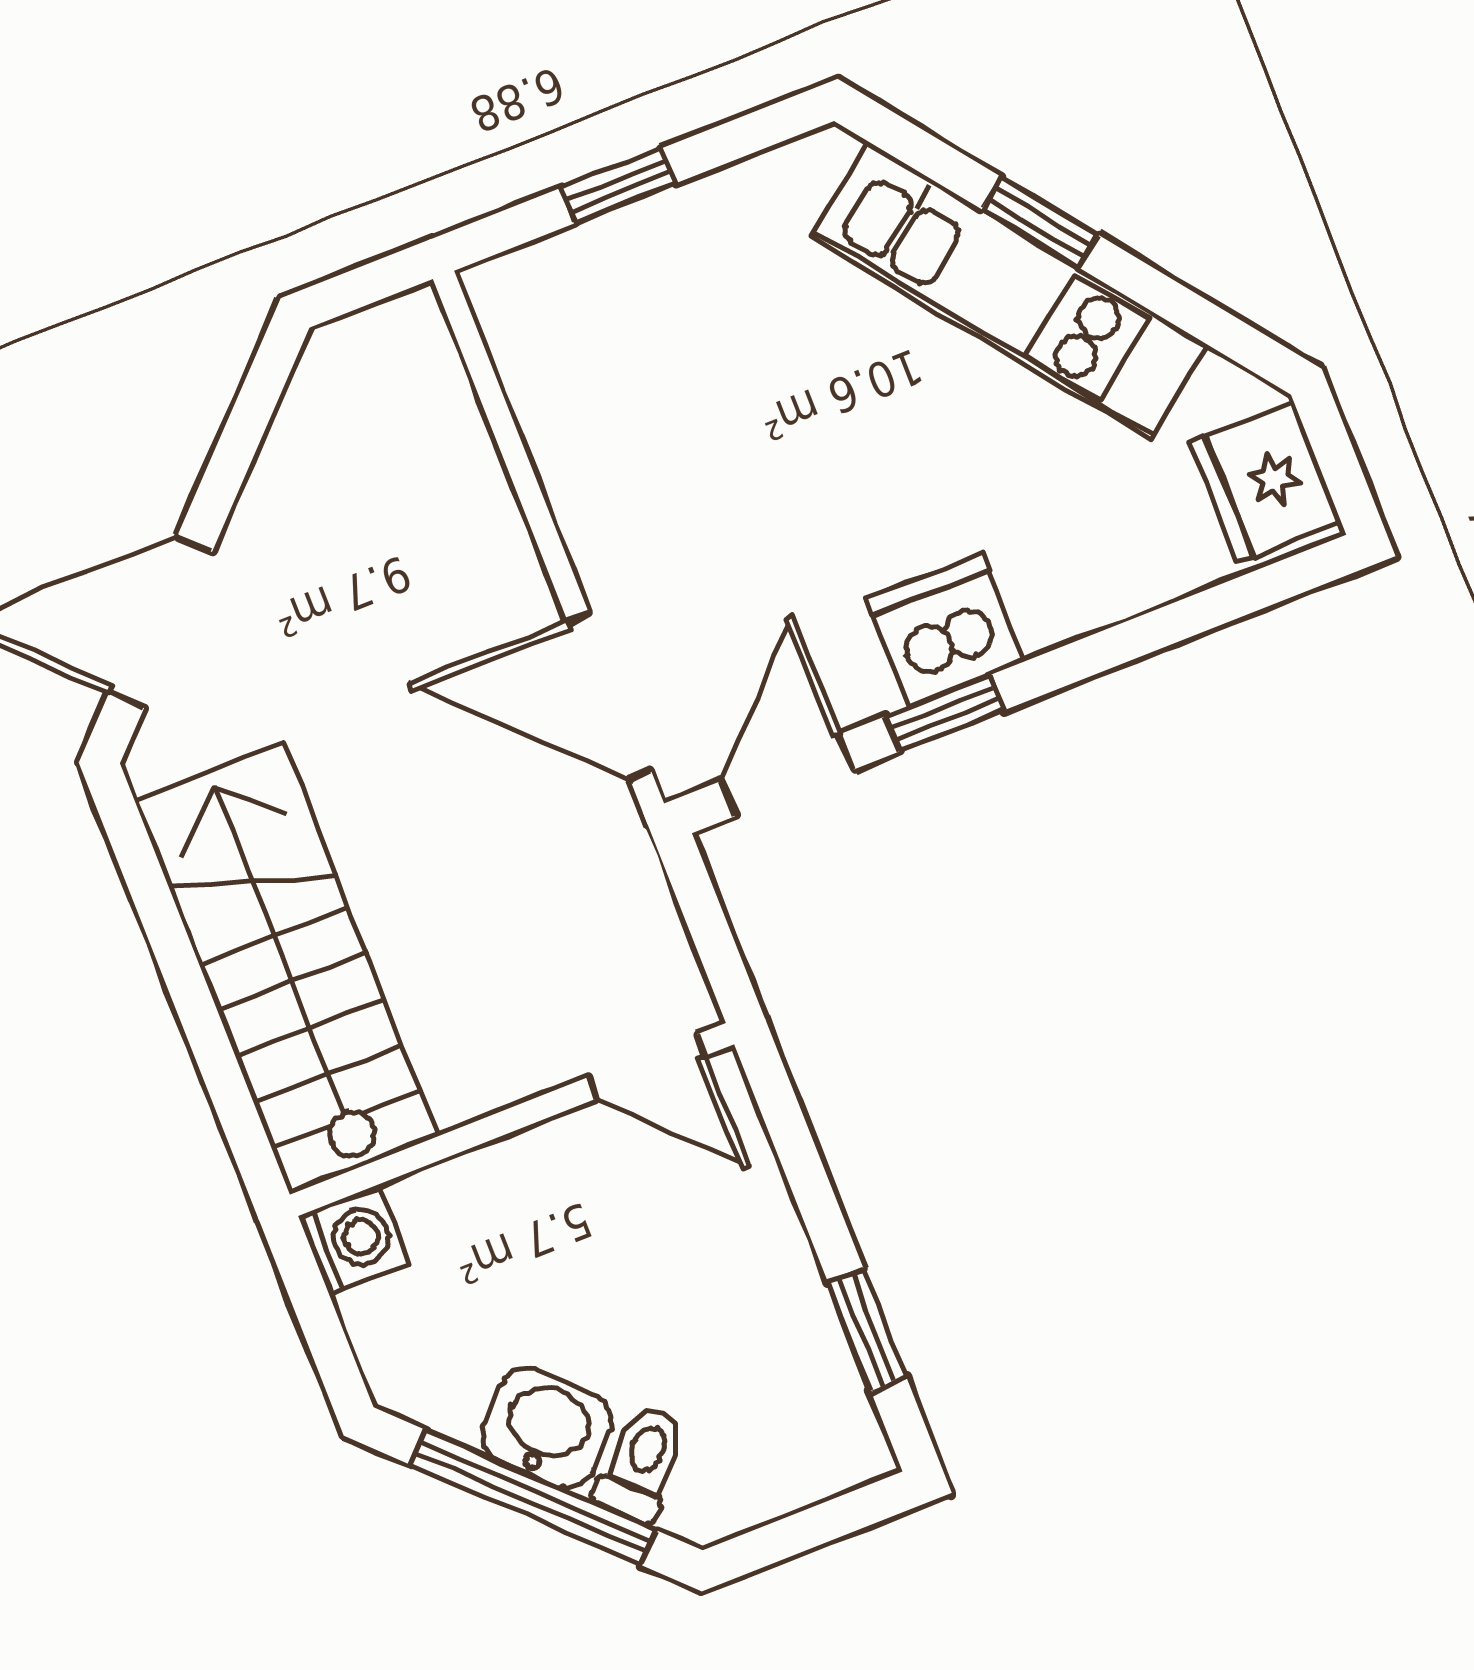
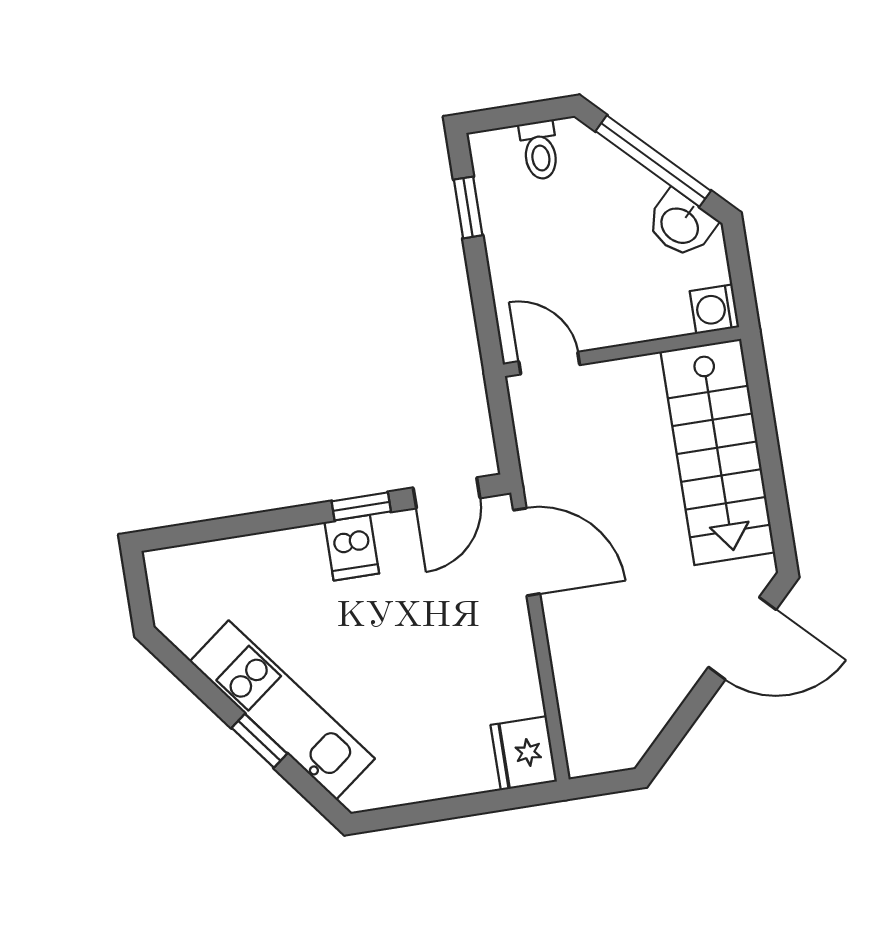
window: (618, 186) -> (466, 806), removed
fridge: (1266, 482) -> (524, 753), moved, turned 180
dishwasher: (945, 630) -> (352, 548), width x0.73
washbasin: (547, 1428) -> (681, 224), moved
toilet: (642, 1463) -> (540, 150), moved, turned -45

